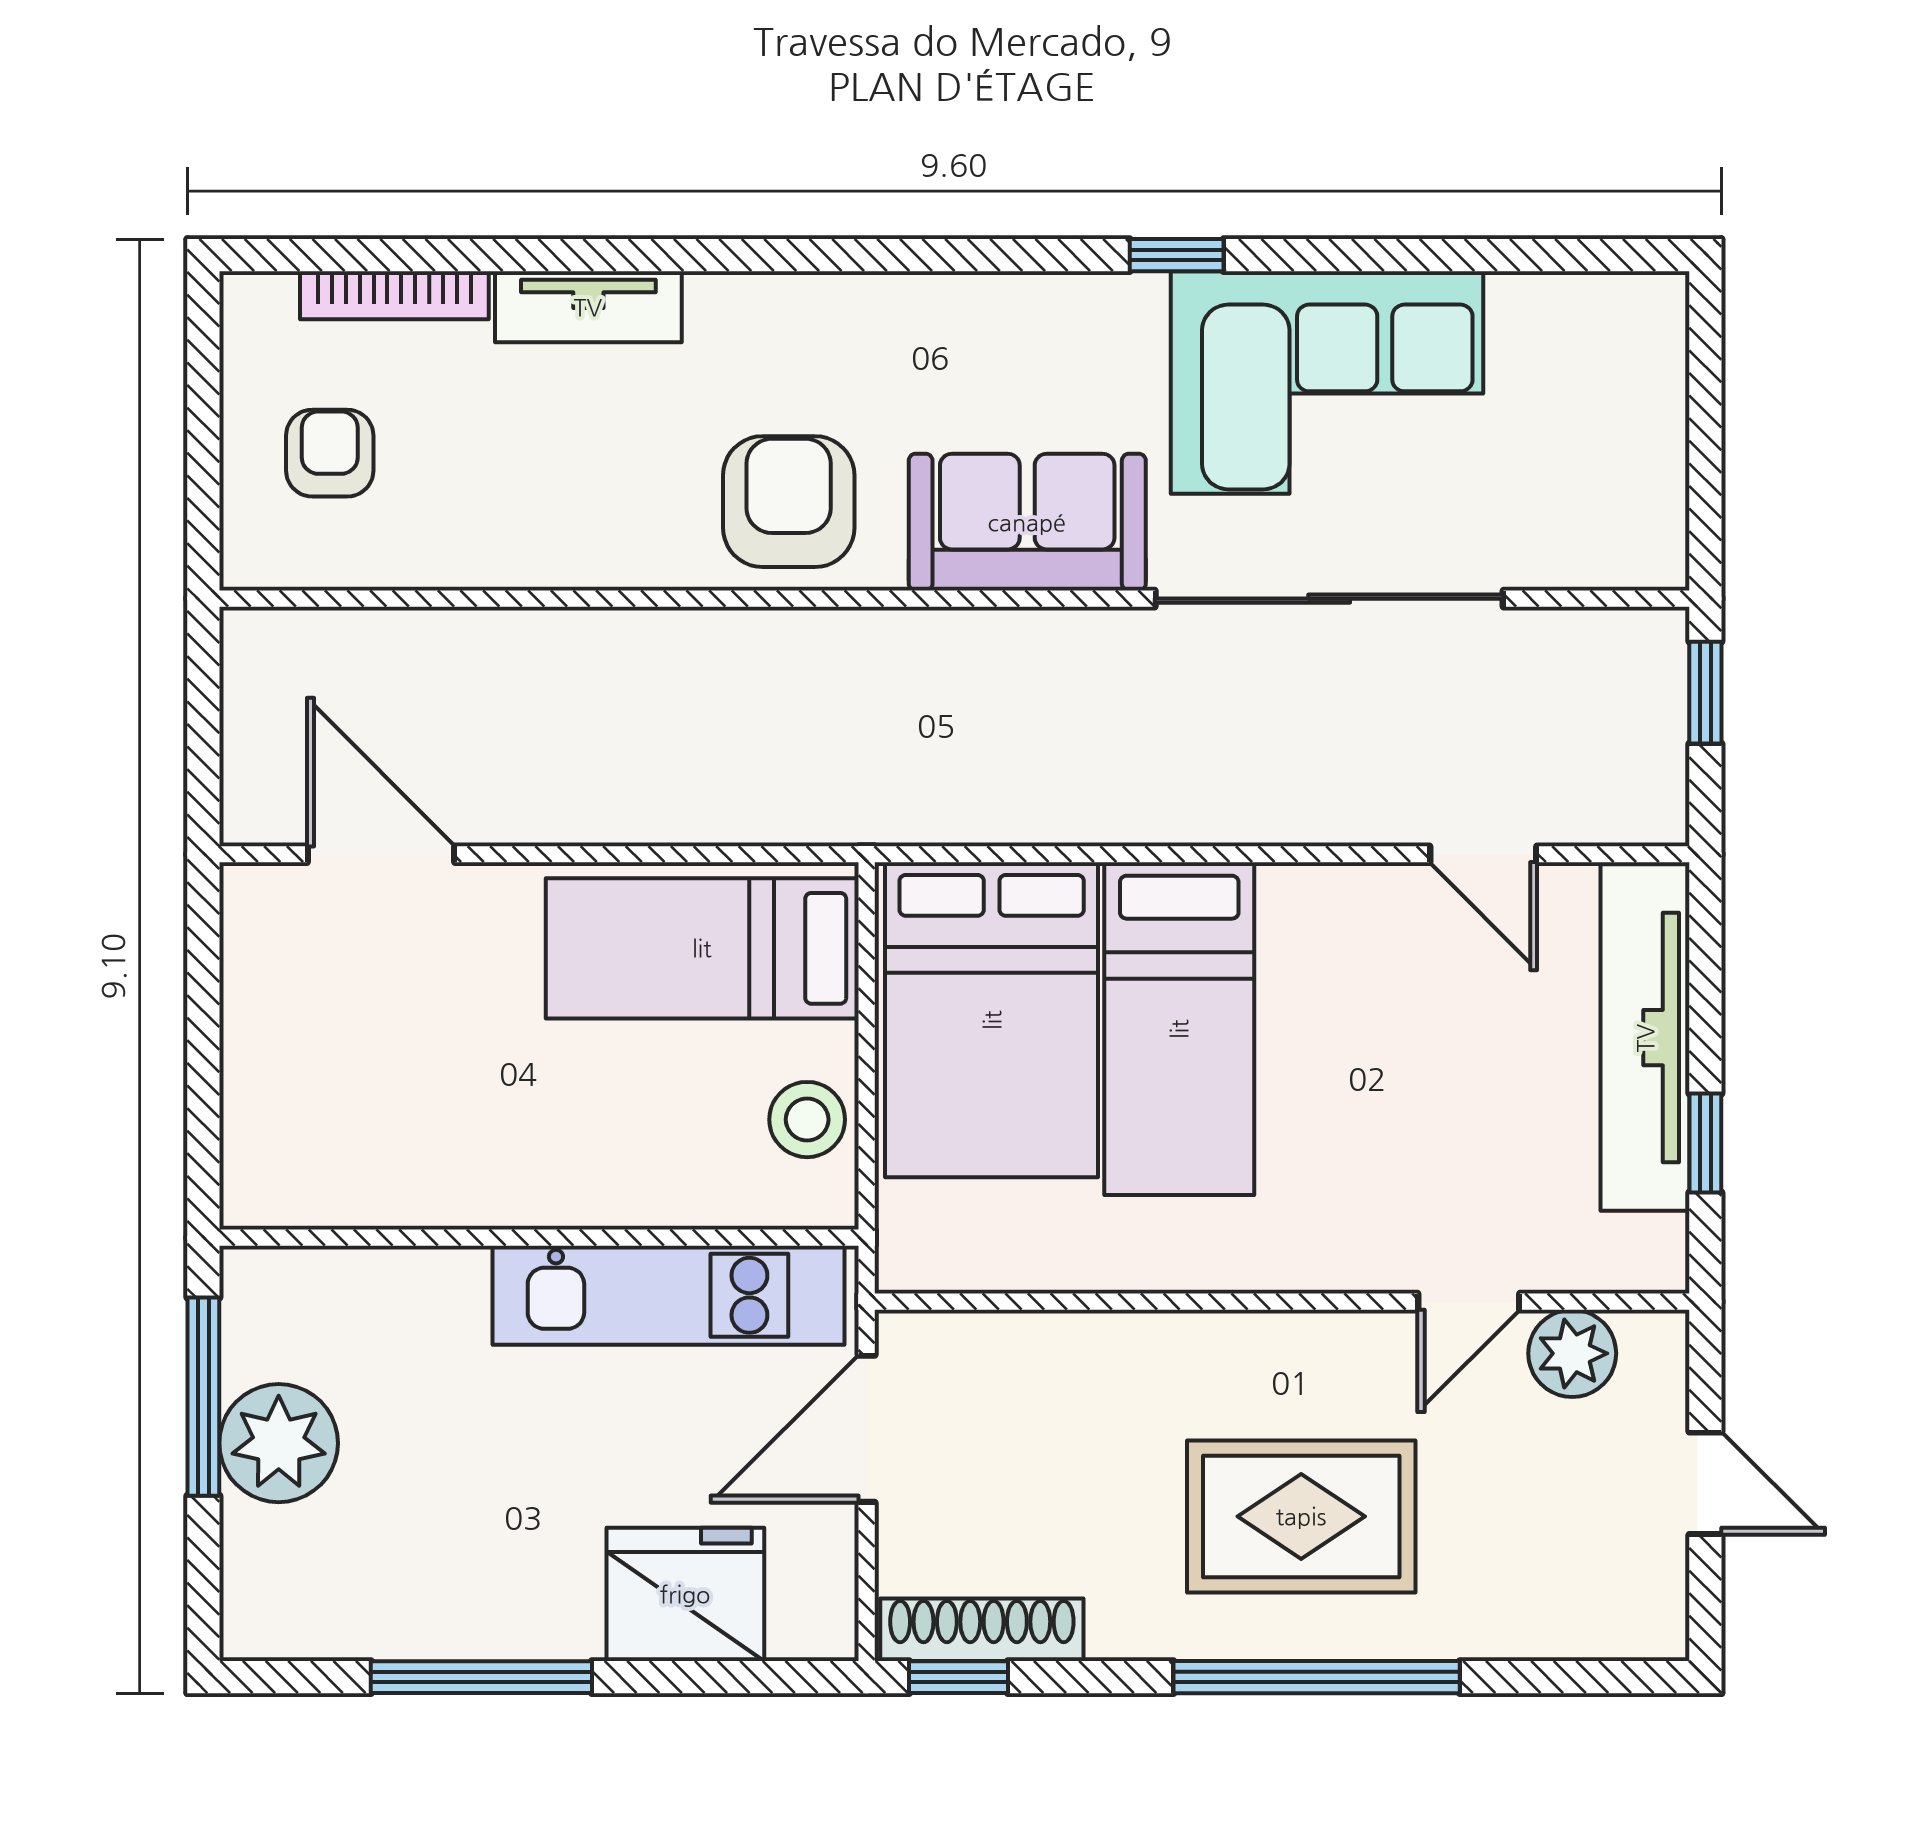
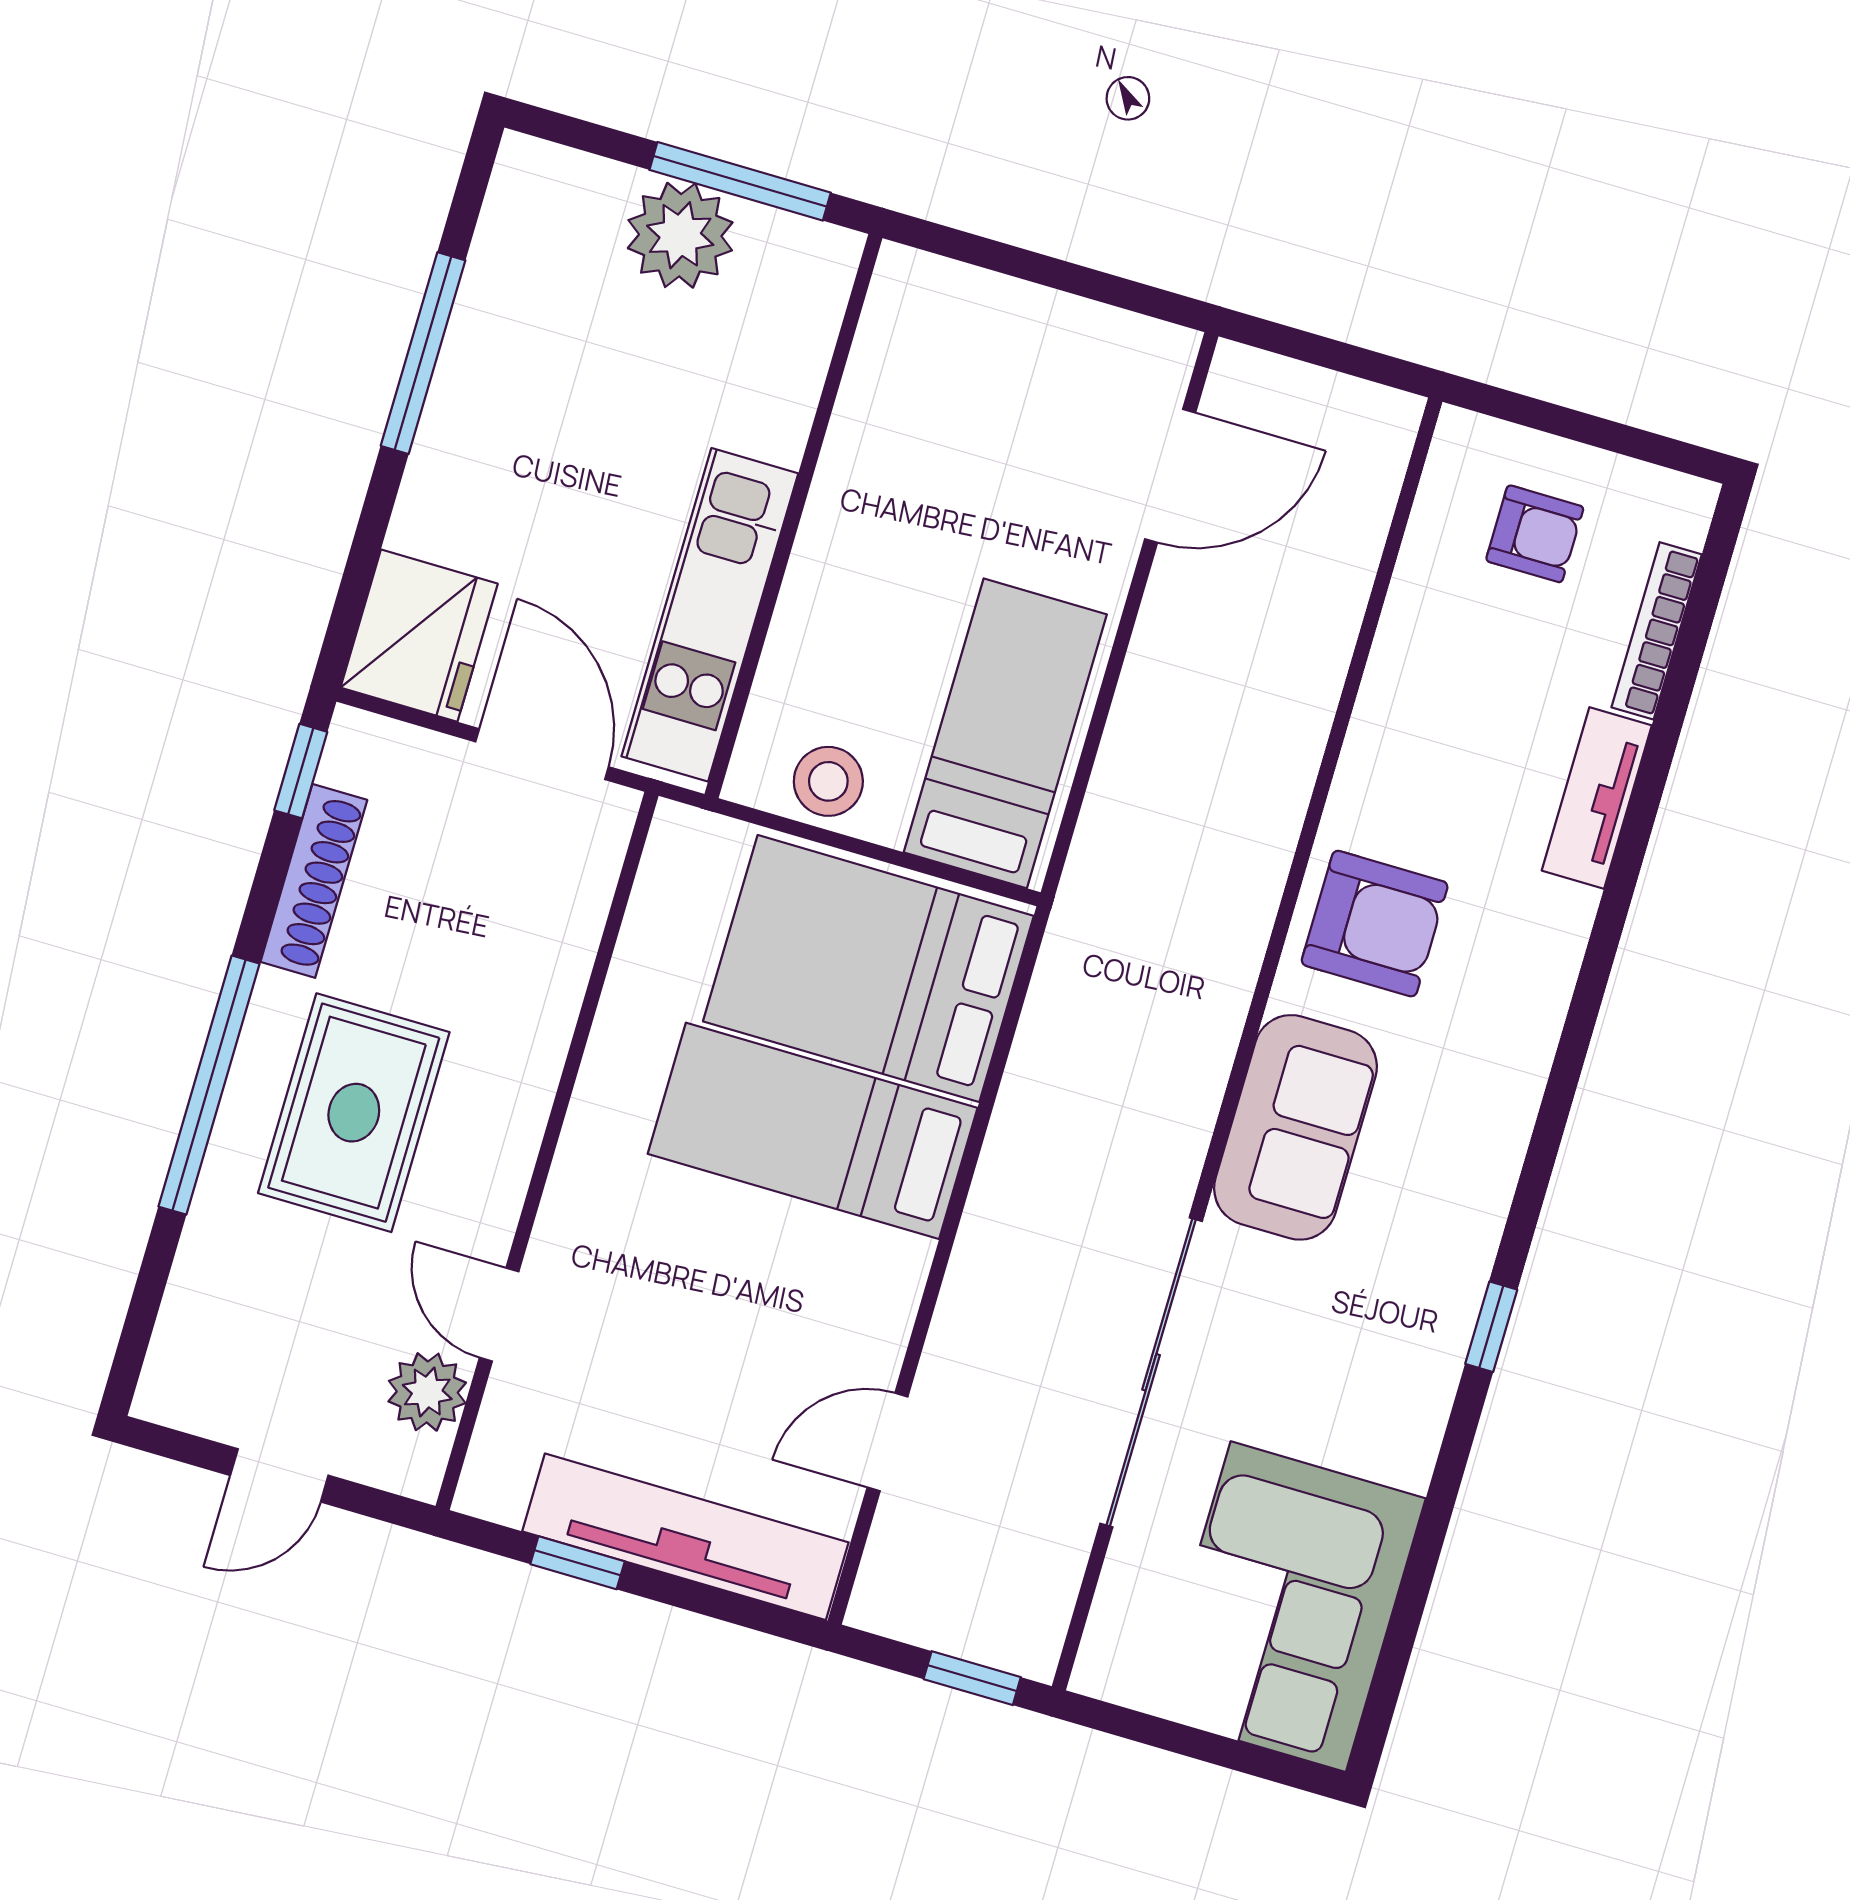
corner sofa: (1327, 382) -> (1288, 1607), moved
fridge: (685, 1594) -> (419, 636), moved
shoe rack: (982, 1630) -> (314, 881), moved

